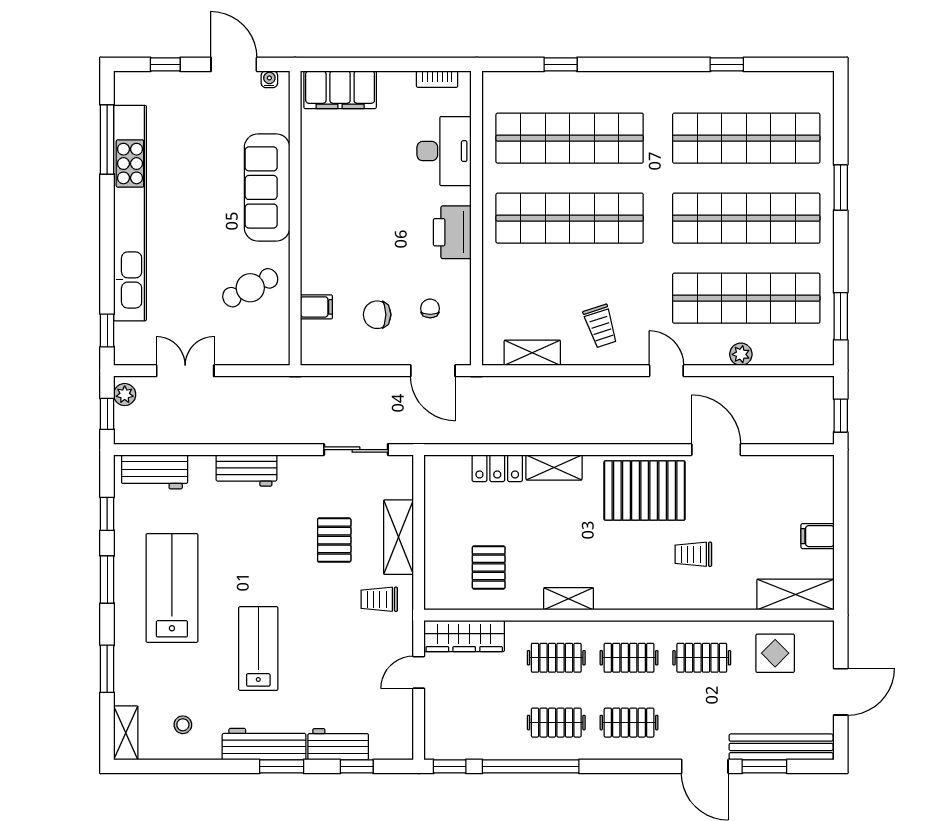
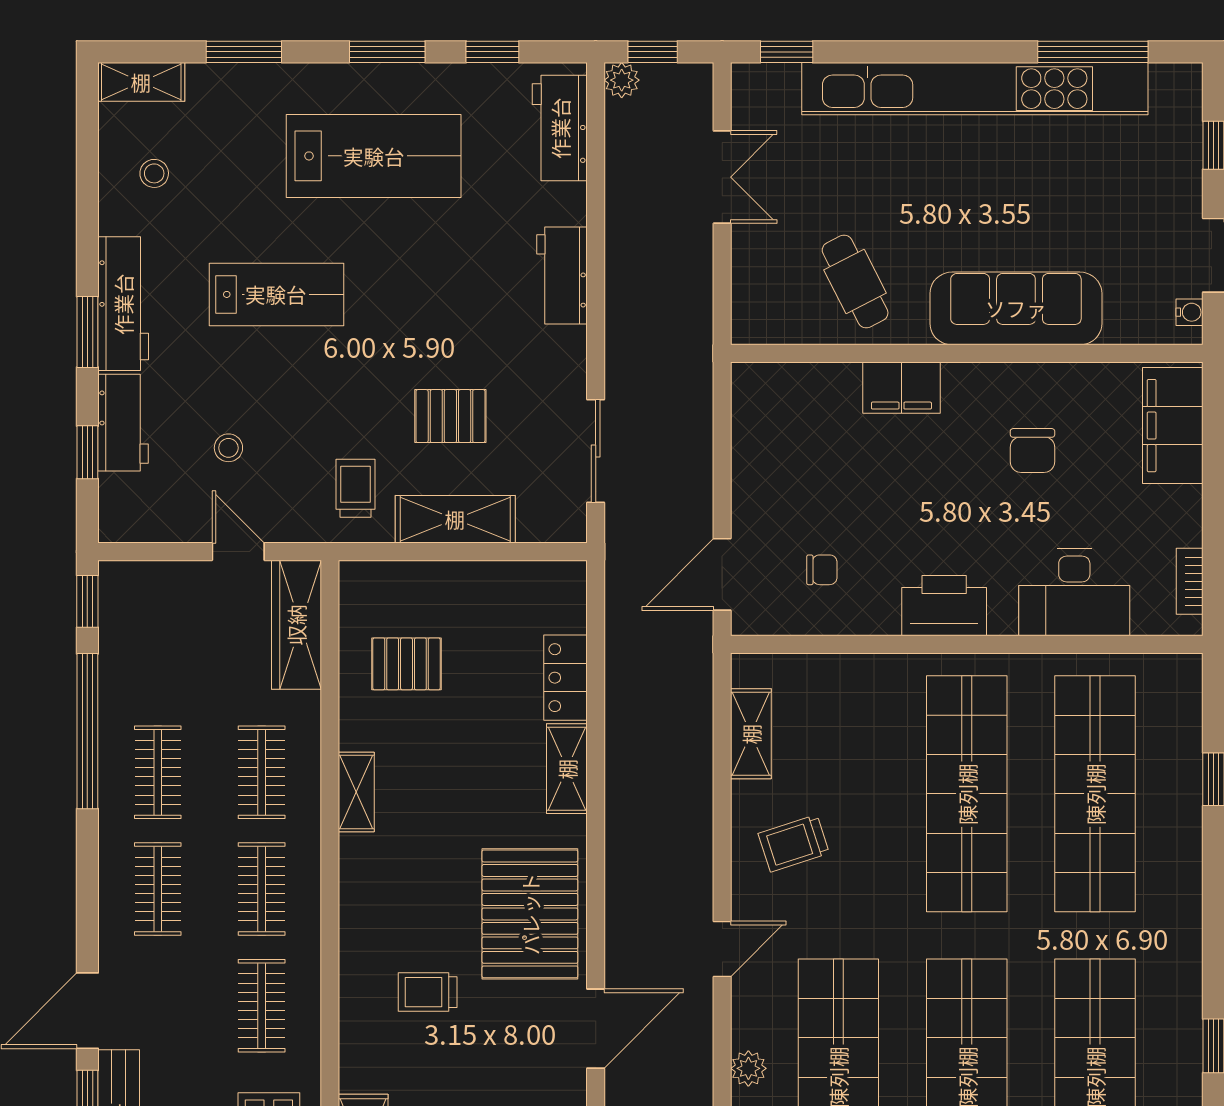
filing cabinet: (316, 307) -> (901, 388), moved, width x2.00
chair: (377, 315) -> (1032, 451), moved, turned 180
plant: (125, 395) -> (622, 80), moved
trolley: (693, 554) -> (428, 992), turned -90
stool: (354, 678) -> (228, 448), added

